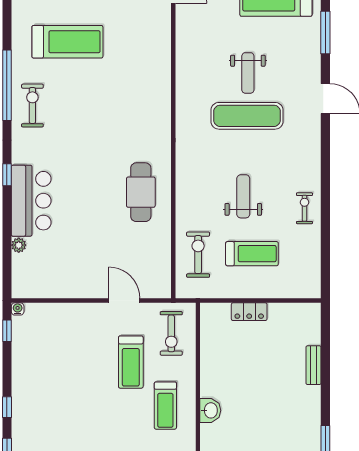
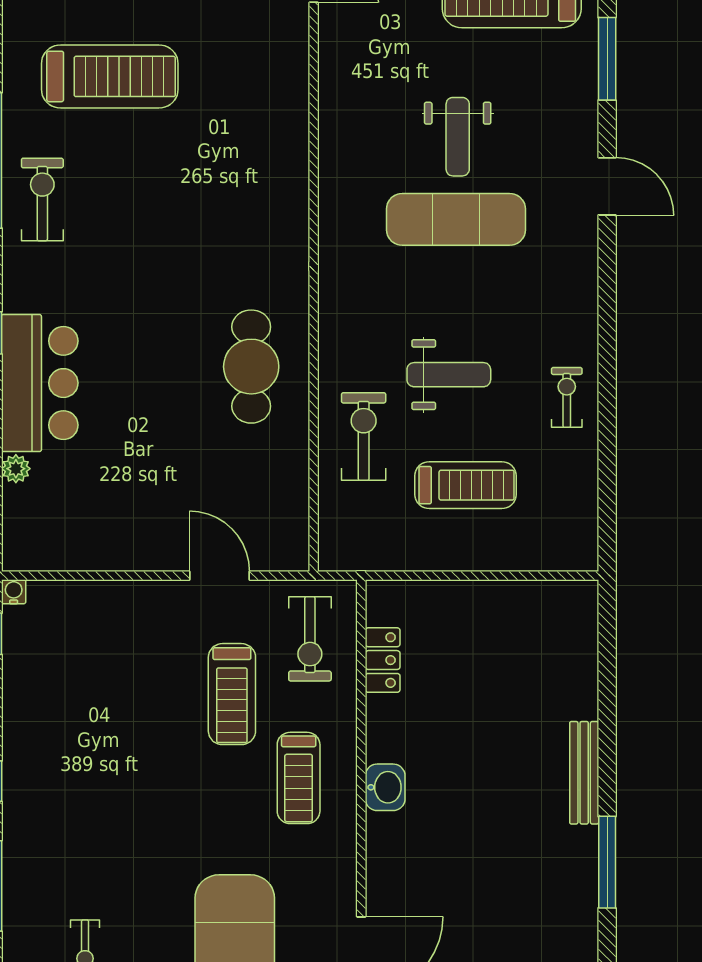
weight bench: (243, 196) -> (449, 375), turned 90
exercise bike: (198, 255) -> (364, 437), moved
locker: (249, 312) -> (383, 660), moved, turned -90
bench: (313, 365) -> (584, 773), moved, width x1.36

